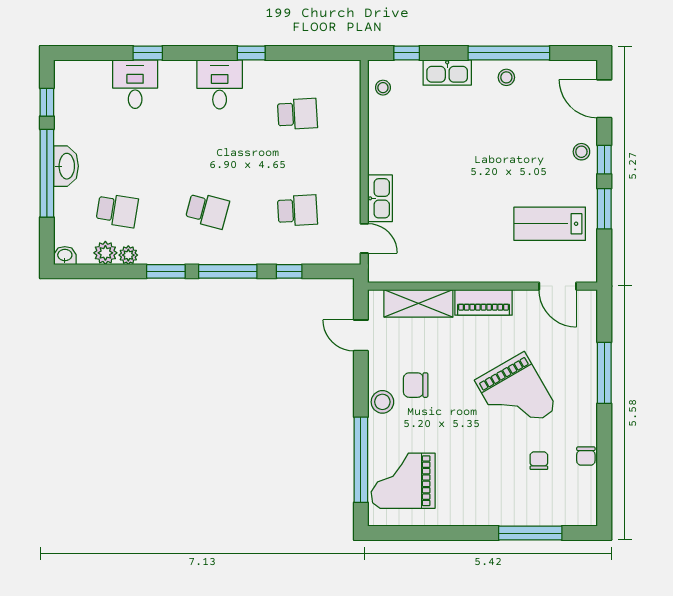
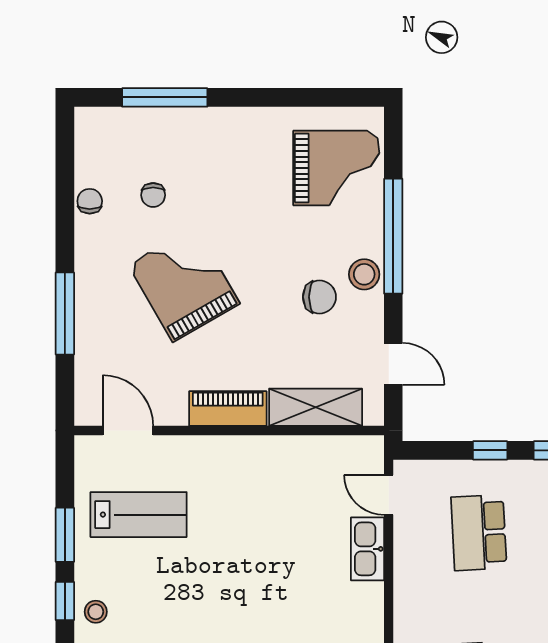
school desk: (297, 210) -> (479, 533), width x1.85
window: (361, 460) -> (393, 236), moved

